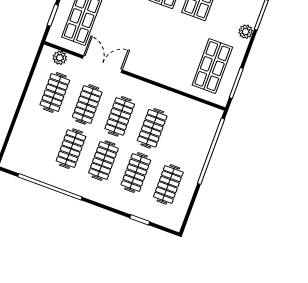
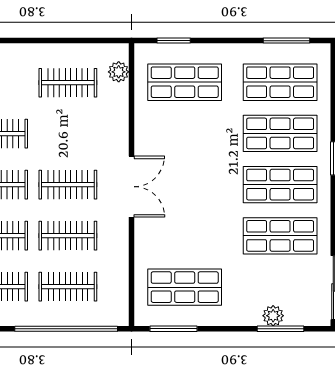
plant: (246, 32) -> (273, 316), moved
double door: (102, 64) -> (132, 187), moved
clothes rail: (87, 104) -> (68, 287), moved

